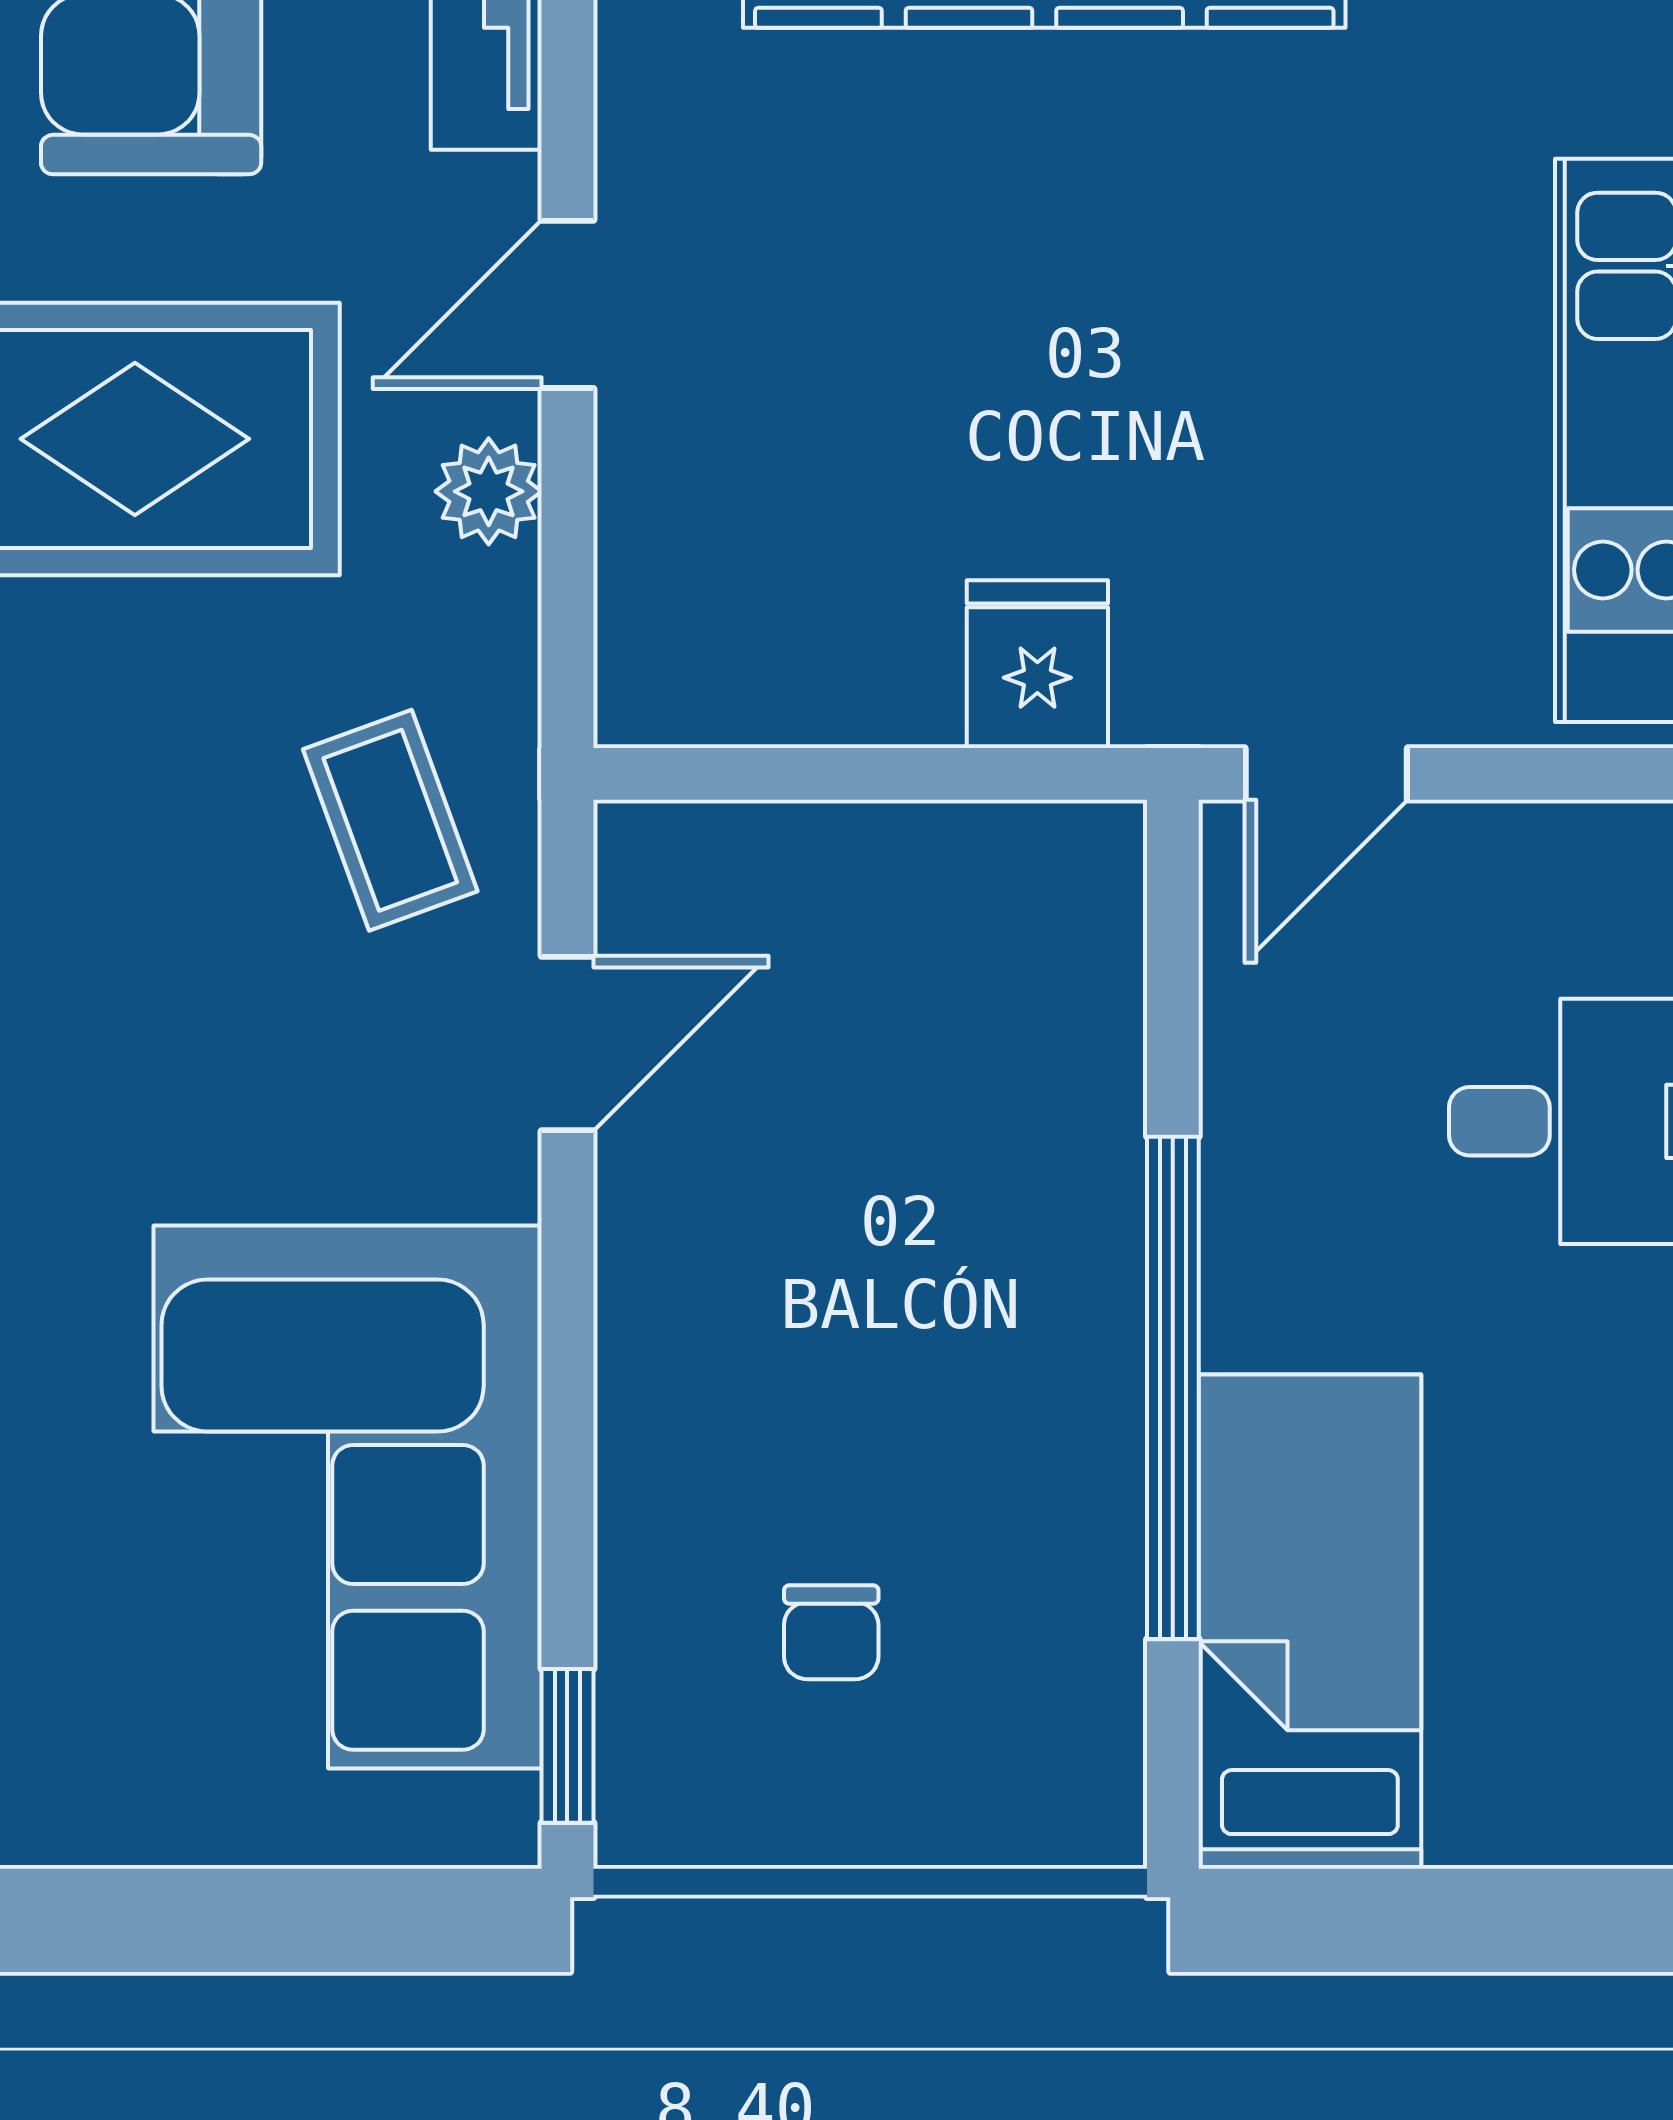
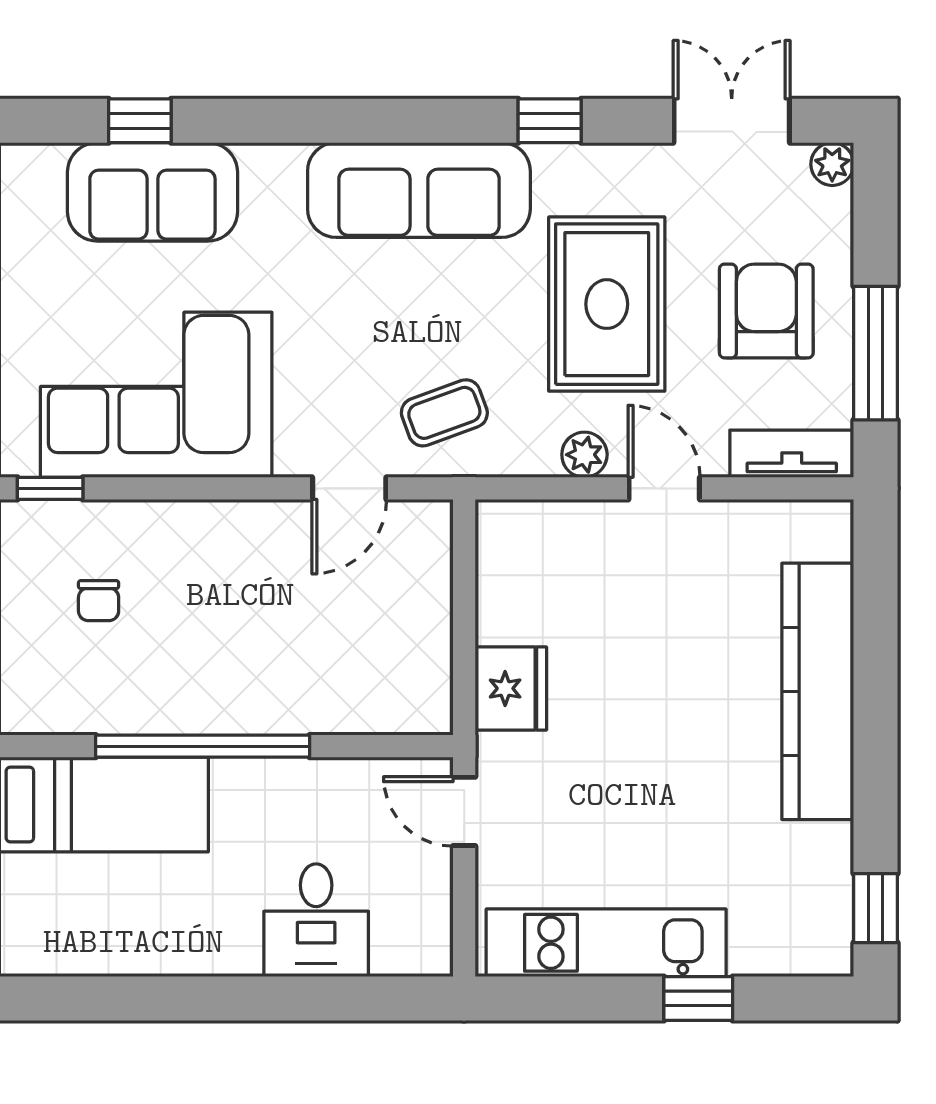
fridge: (1037, 664) -> (511, 688), width x1.38
door: (567, 1044) -> (349, 488), hinge flipped
chair: (831, 1632) -> (99, 601), turned -90

